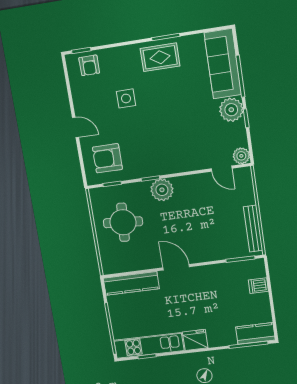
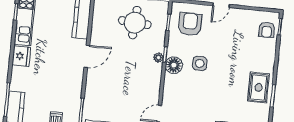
armchair: (89, 65) -> (267, 30), turned -90
side table: (126, 98) -> (200, 63), moved
floor lamp: (160, 165) -> (174, 65), added
plant: (162, 190) -> (158, 58), width x0.53, depth x0.53

